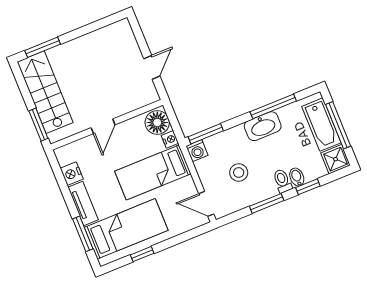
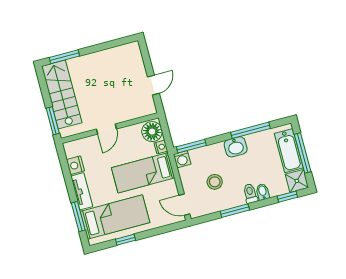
washbasin: (263, 126) -> (236, 147), width x0.72
window: (308, 187) -> (287, 197), moved

